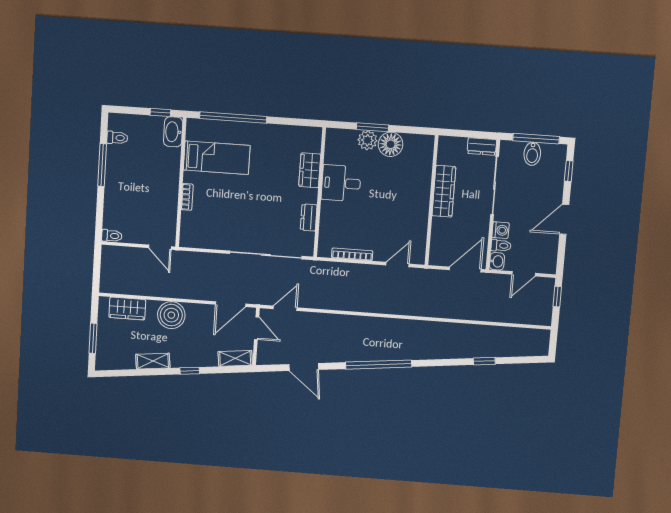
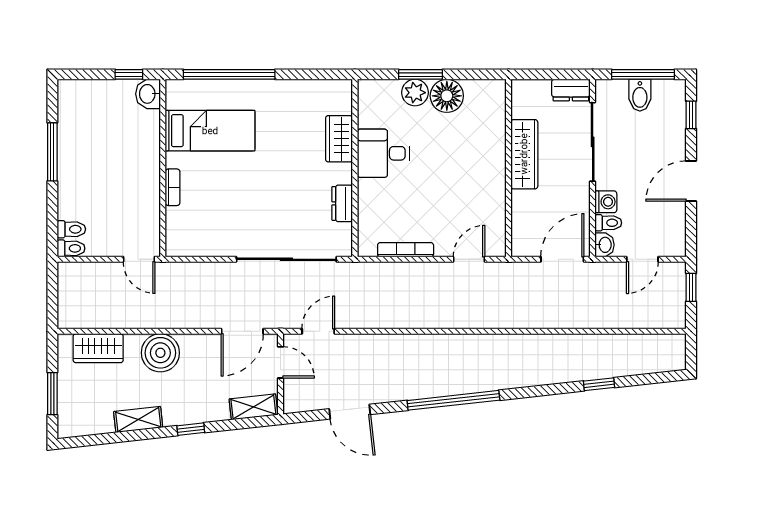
washbasin: (173, 132) -> (148, 94), width x0.72
toilet: (117, 138) -> (71, 229), moved

